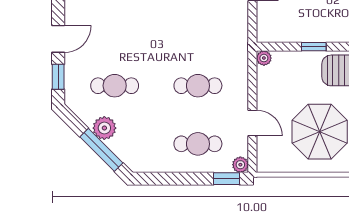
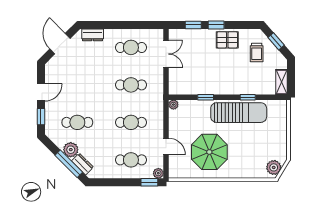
cafe table: (198, 27) -> (131, 85), added
dresser: (123, 150) -> (82, 164), added

